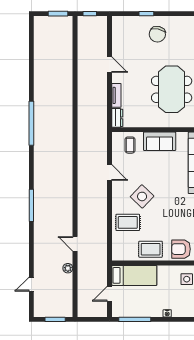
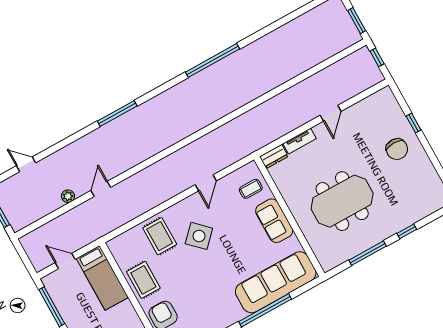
chair: (157, 34) -> (397, 149), turned -102

